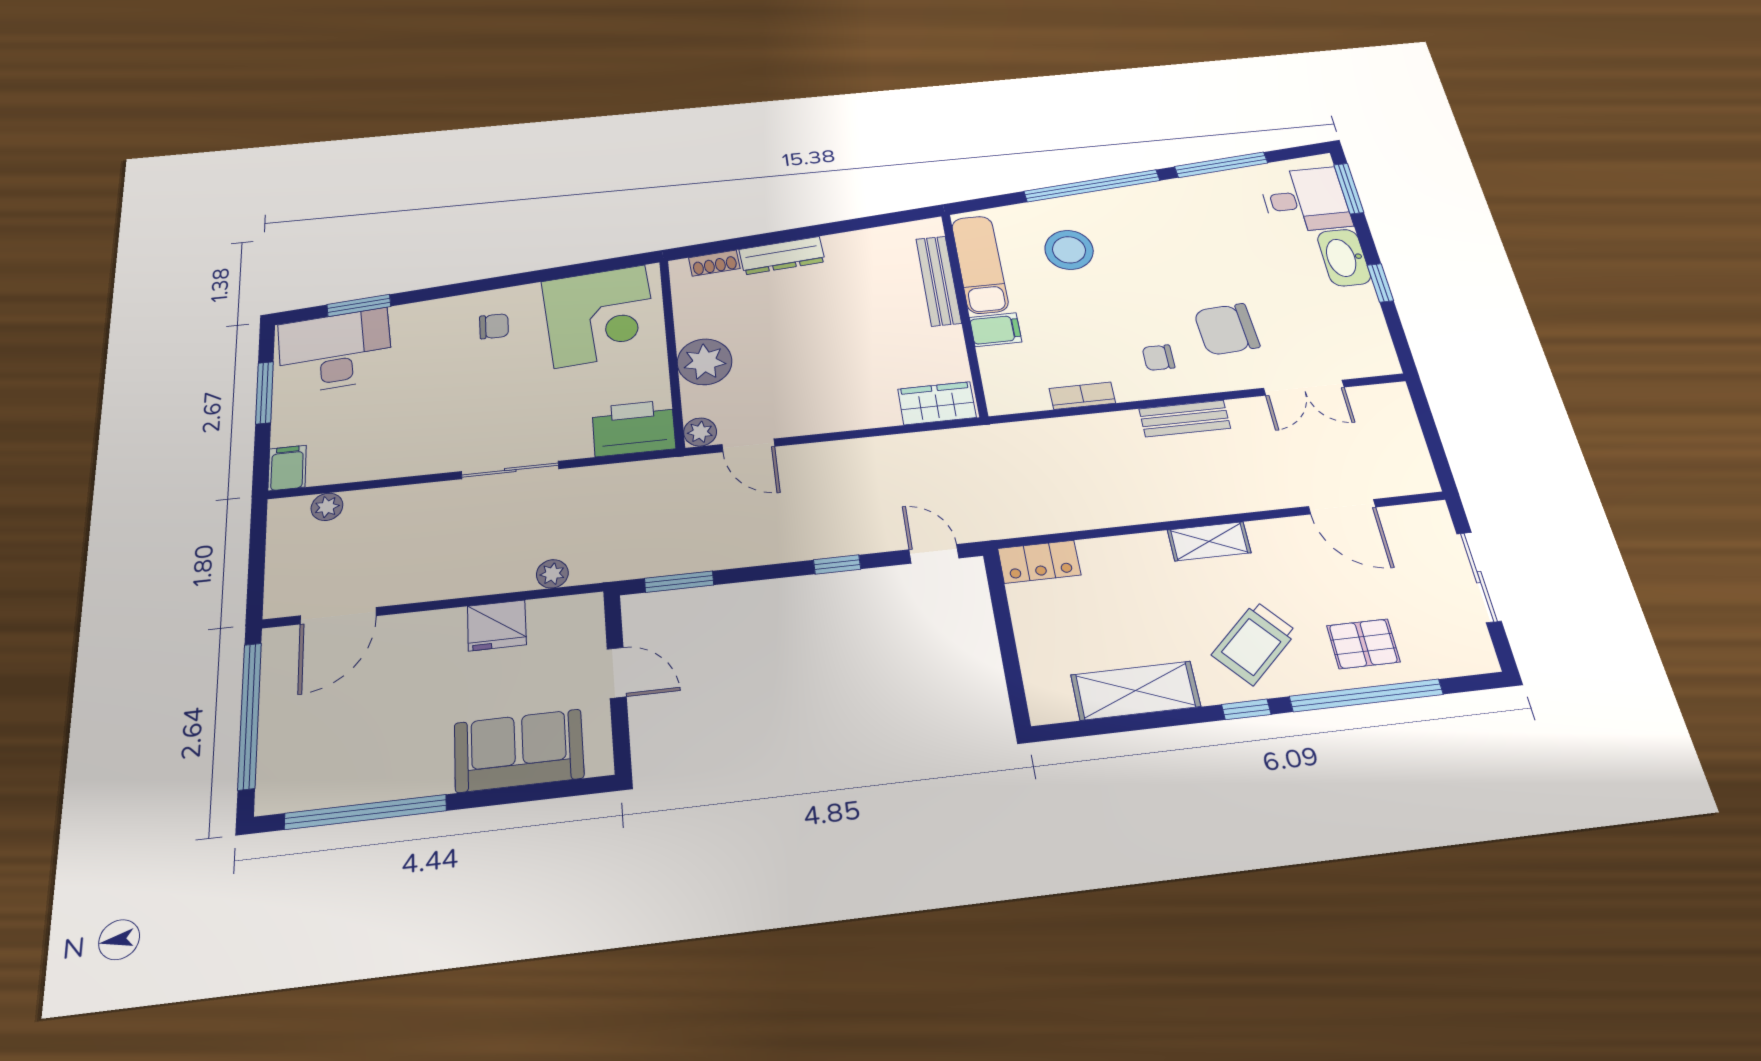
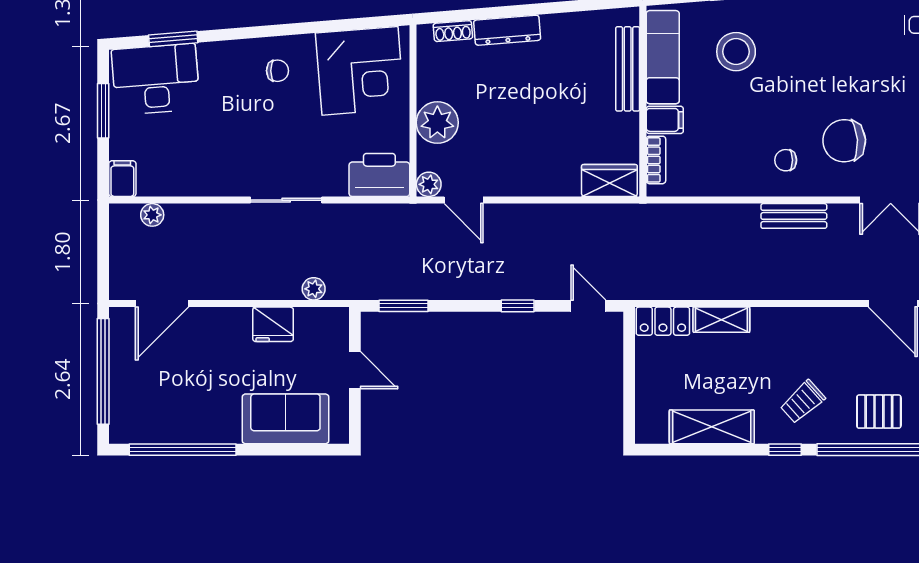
bookcase: (1082, 396) -> (656, 160), moved, turned 90
shelving: (1209, 541) -> (721, 320), moved
trolley: (1254, 643) -> (802, 402), width x0.73, depth x0.72

